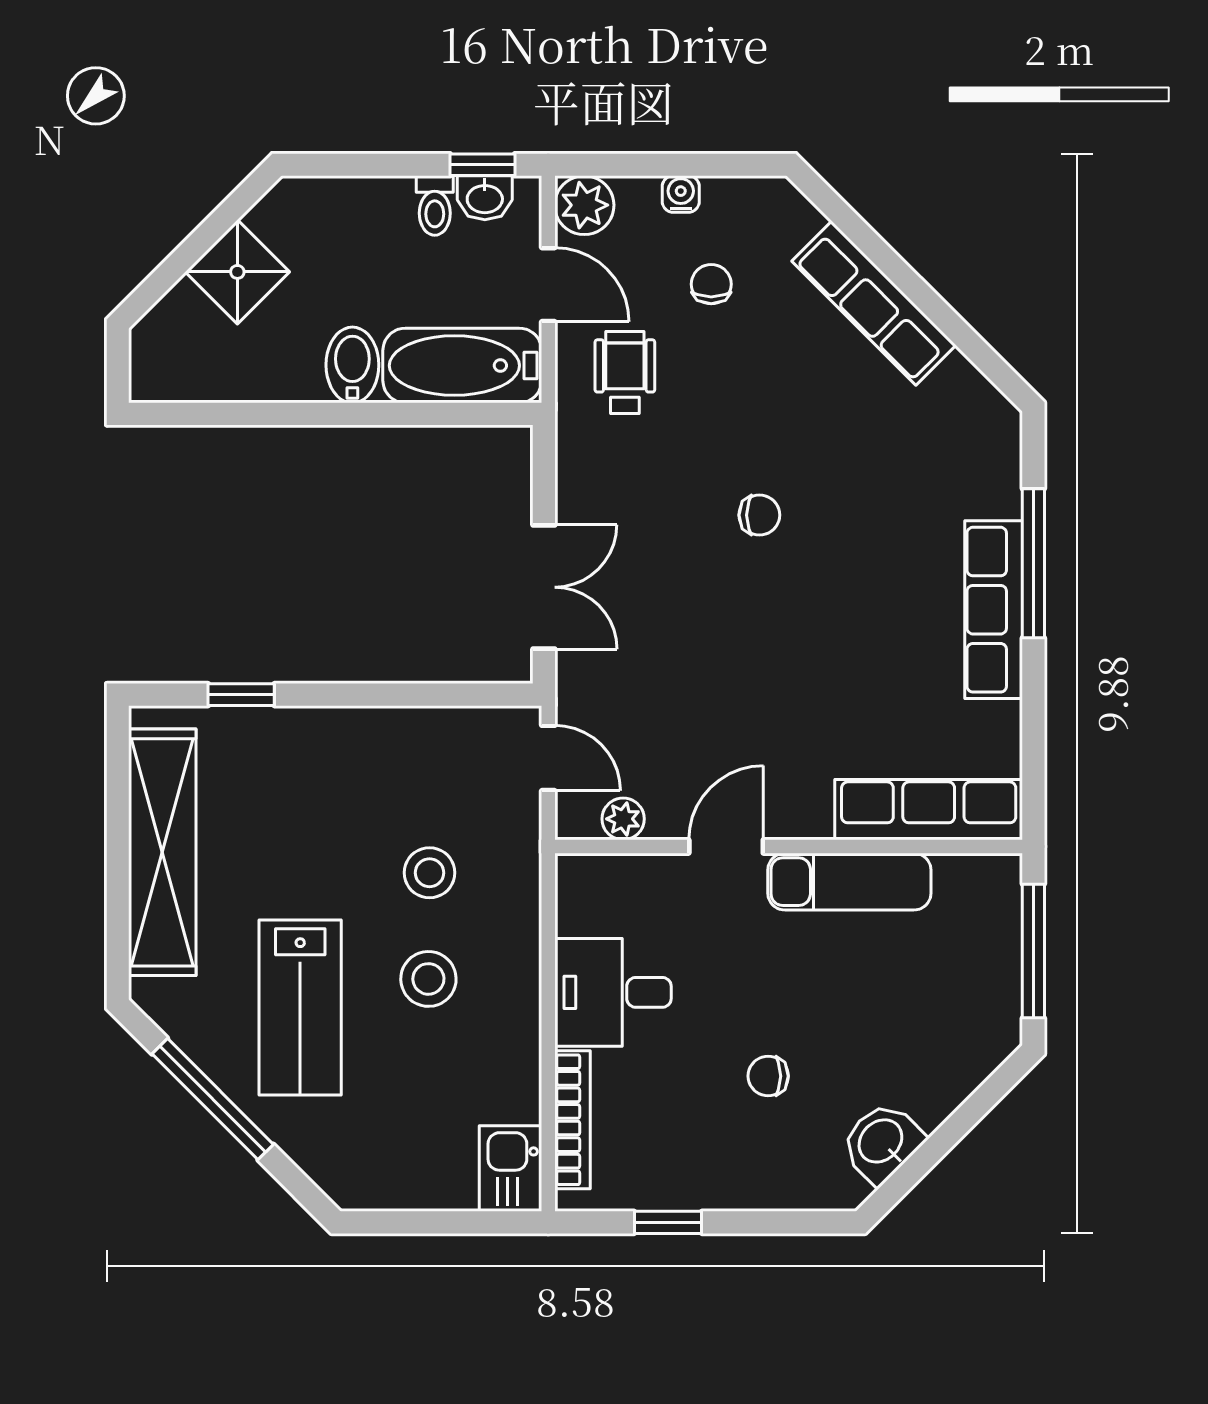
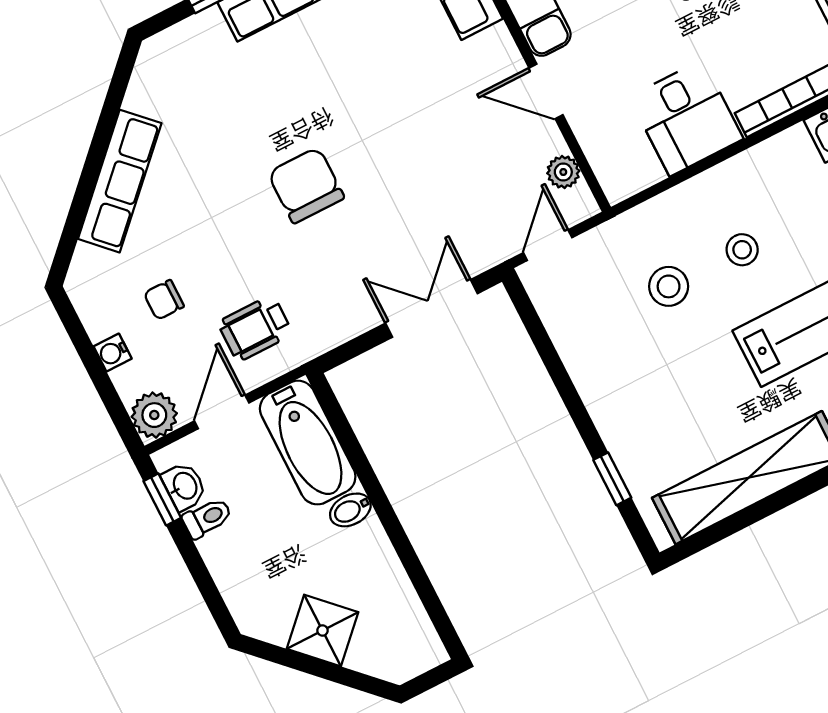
bidet: (352, 365) -> (350, 510), width x0.72, depth x0.74
chair: (759, 515) -> (306, 185), width x1.87, depth x1.87
stool: (428, 979) -> (742, 250), width x0.73, depth x0.73

